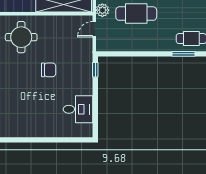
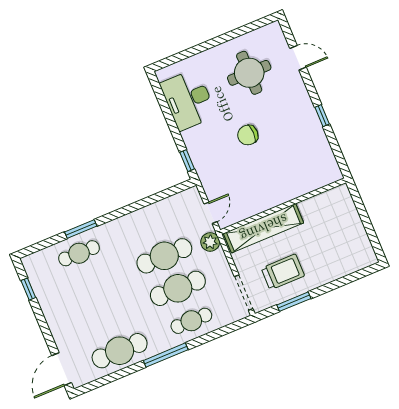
round table: (21, 37) -> (249, 73), moved
desk: (78, 109) -> (188, 100), width x1.37

